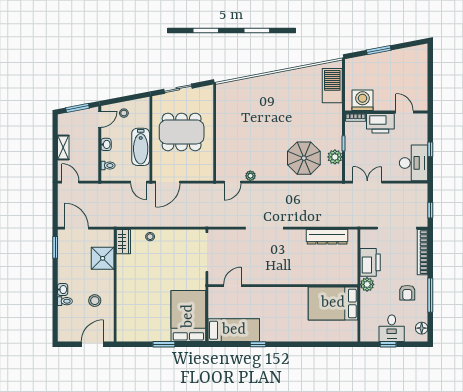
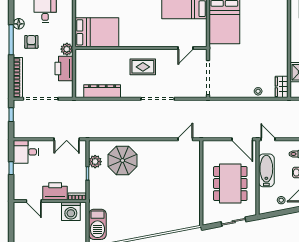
dining table: (182, 132) -> (230, 184), turned 90
desk: (414, 163) -> (26, 152), width x0.73
plant: (250, 176) -> (170, 145), removed
door: (168, 182) -> (242, 139), swing flipped
rug: (281, 264) -> (143, 67), added
floor lamp: (422, 328) -> (19, 24), moved

